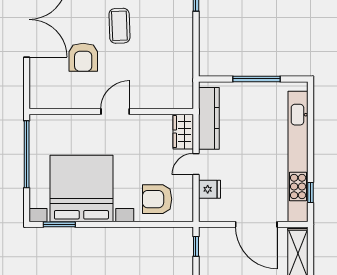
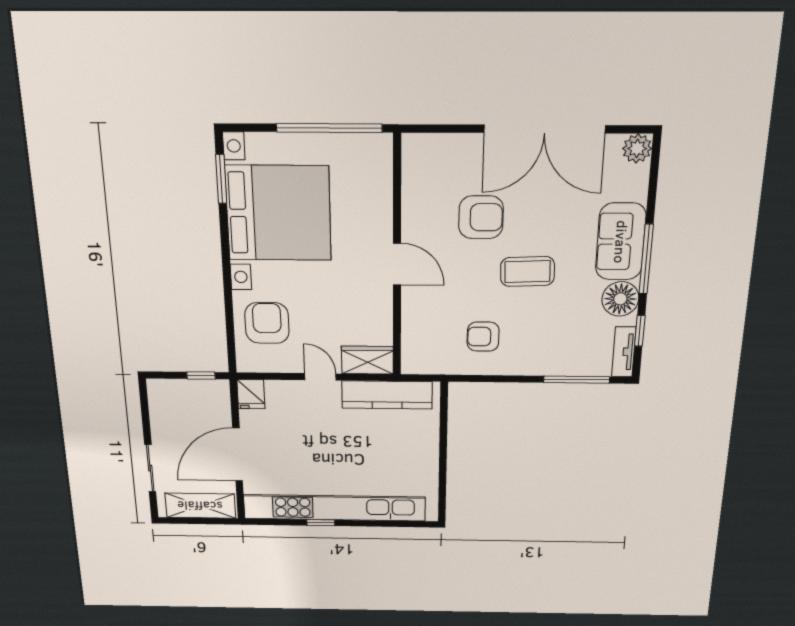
armchair: (165, 53) -> (483, 337), added
armchair: (83, 57) -> (481, 217), turned 180
window: (257, 79) -> (443, 458), removed
fridge: (209, 189) -> (251, 394), moved
window: (311, 193) -> (321, 523), moved

